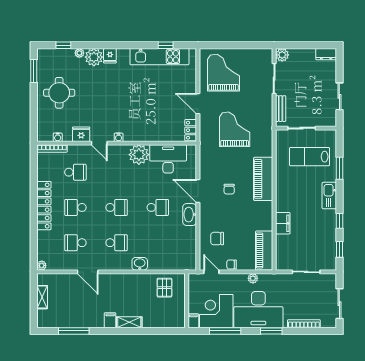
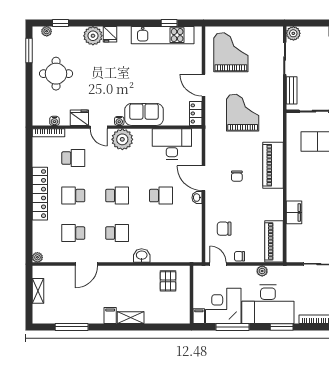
plant: (79, 53) -> (47, 31), moved
sofa: (142, 131) -> (144, 114), added
plant: (139, 155) -> (122, 139), moved
washbasin: (190, 215) -> (197, 198), width x0.52, depth x0.69
door: (88, 272) -> (86, 264), hinge flipped

